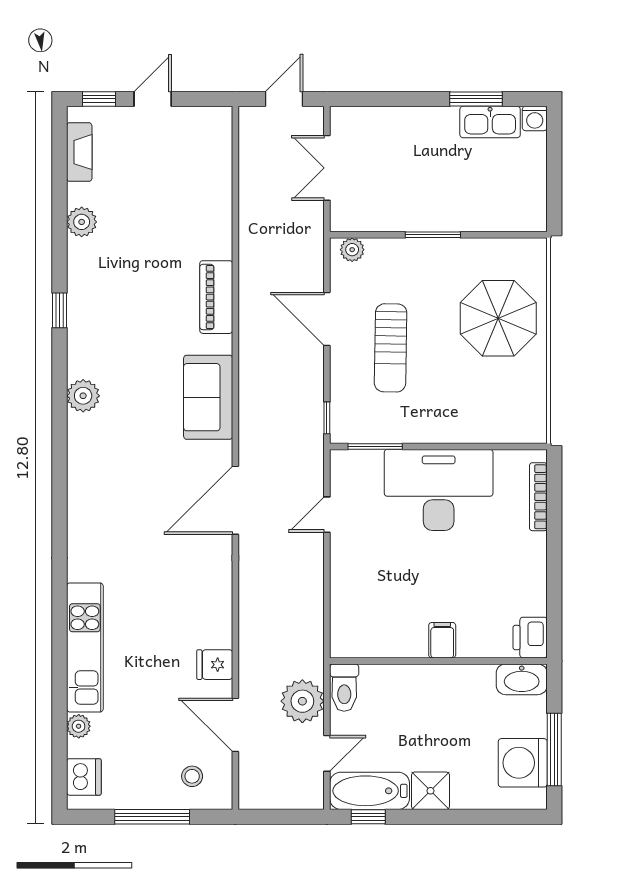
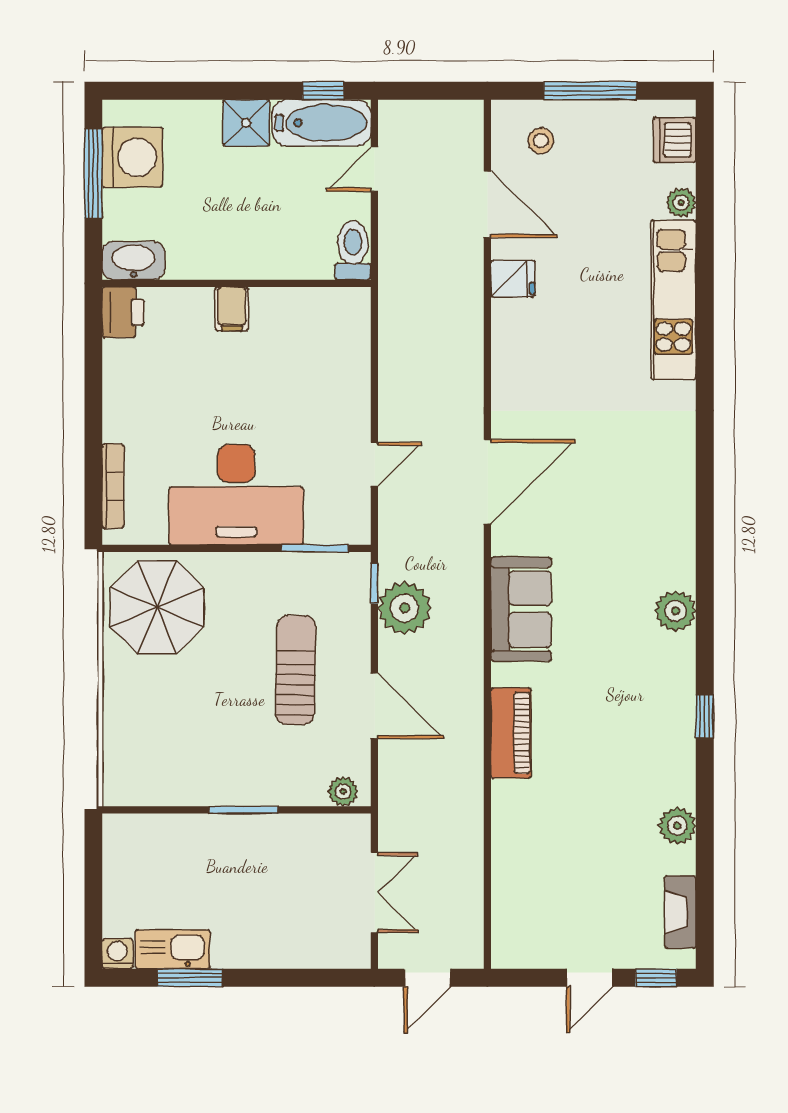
parasol: (498, 318) -> (157, 607), moved
plant: (302, 701) -> (405, 608), moved

